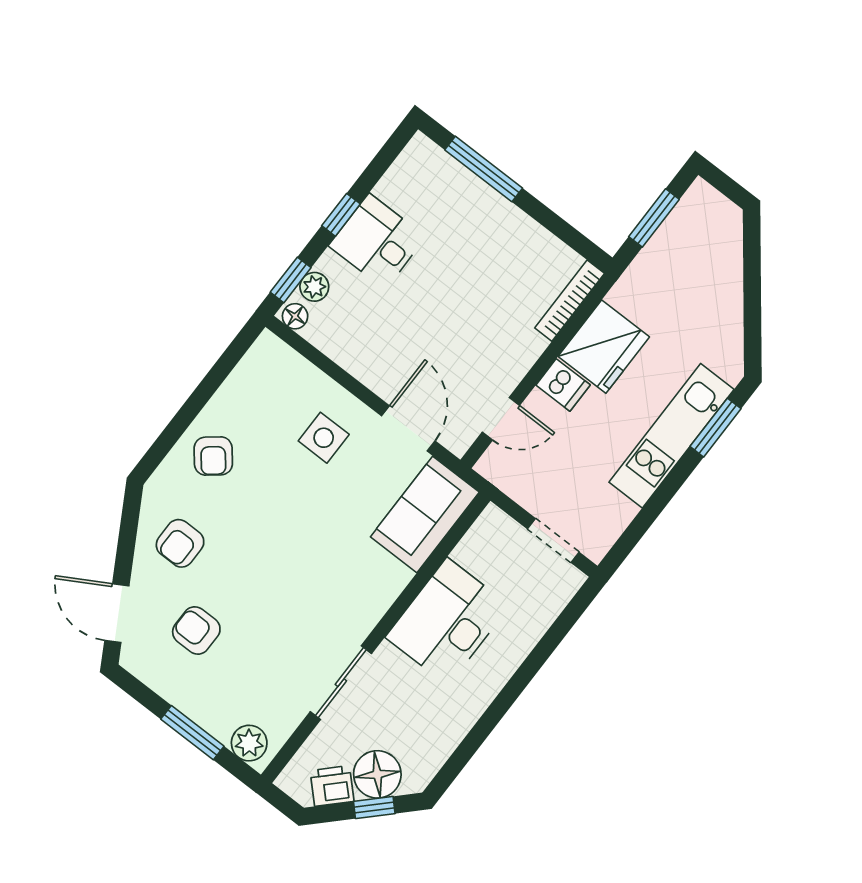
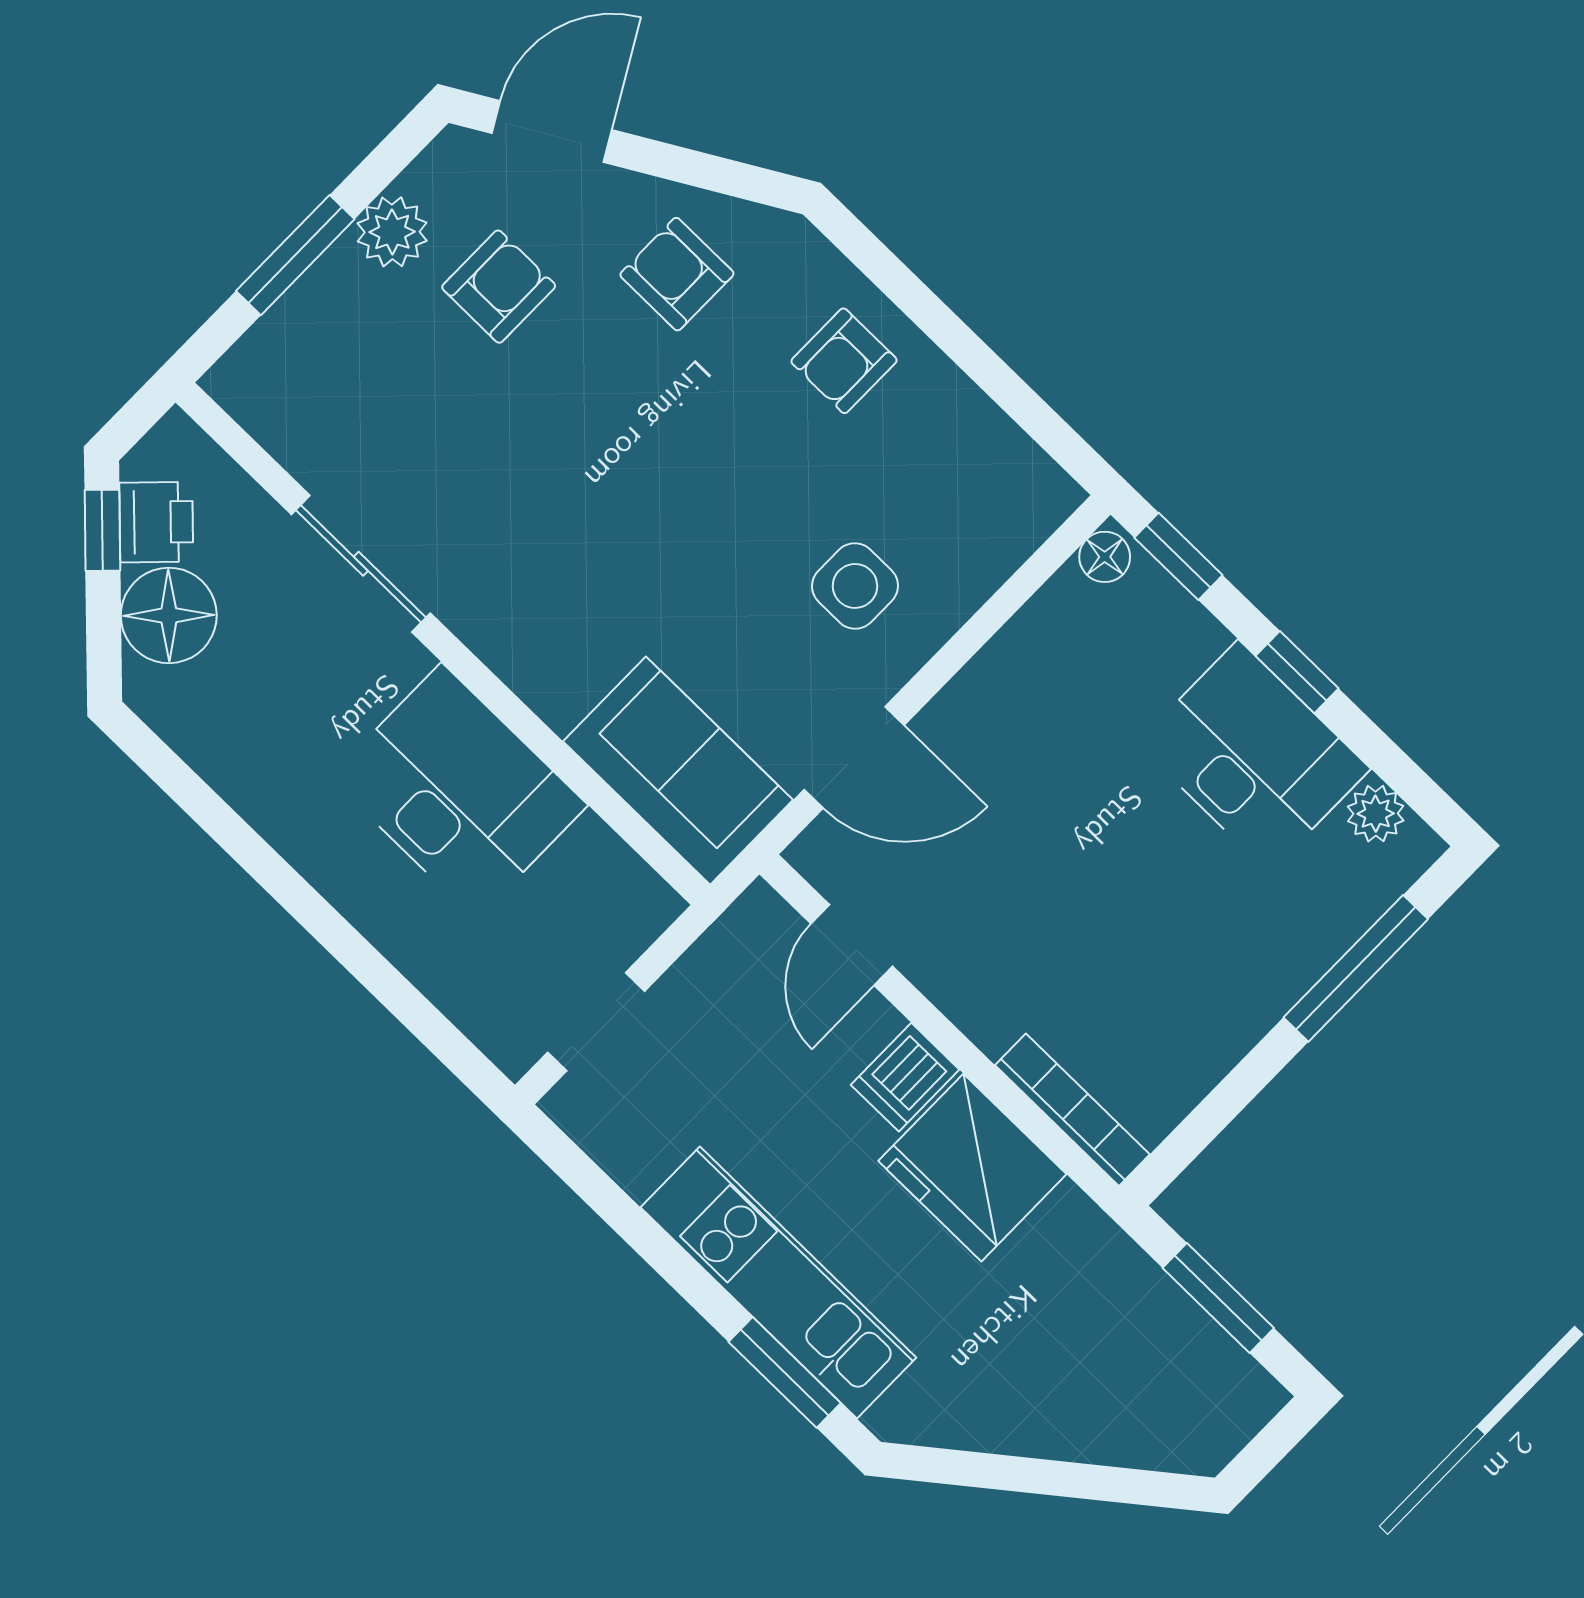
desk: (377, 241) -> (1254, 756), width x1.37
plant: (314, 287) -> (1376, 814), moved
armchair: (213, 456) -> (844, 361), turned -51
plant: (249, 743) -> (392, 232), moved
window: (374, 807) -> (102, 530), moved

